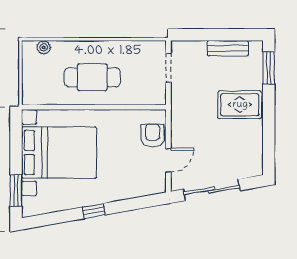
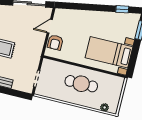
bed with nightstands: (59, 153) -> (109, 52), width x0.73
window: (94, 211) -> (122, 9), moved

